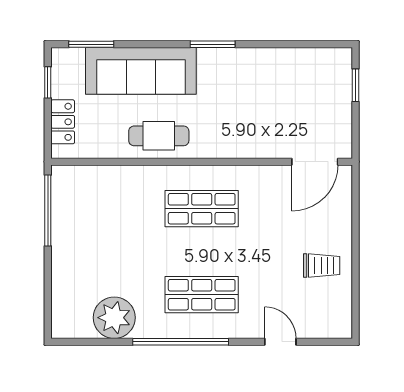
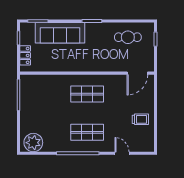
cafe table: (159, 136) -> (128, 37), moved
plant: (114, 318) -> (33, 143), moved

